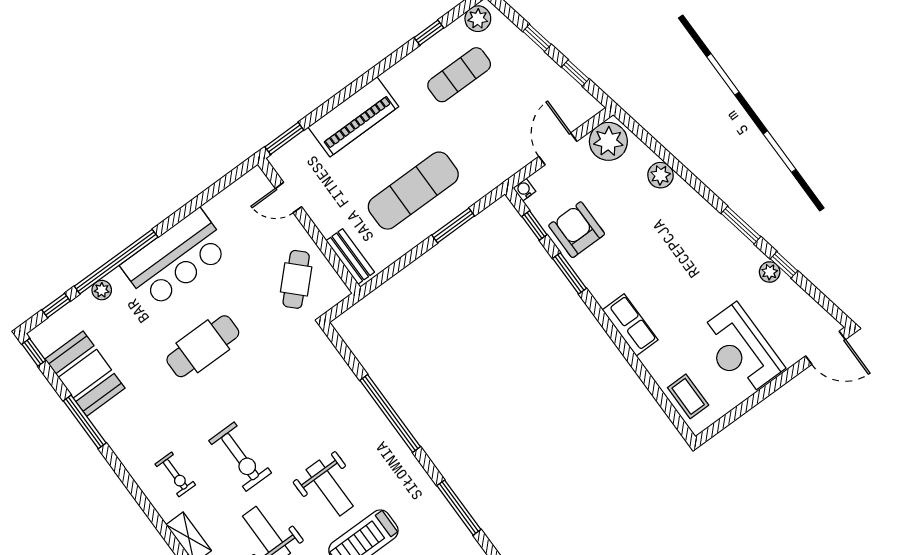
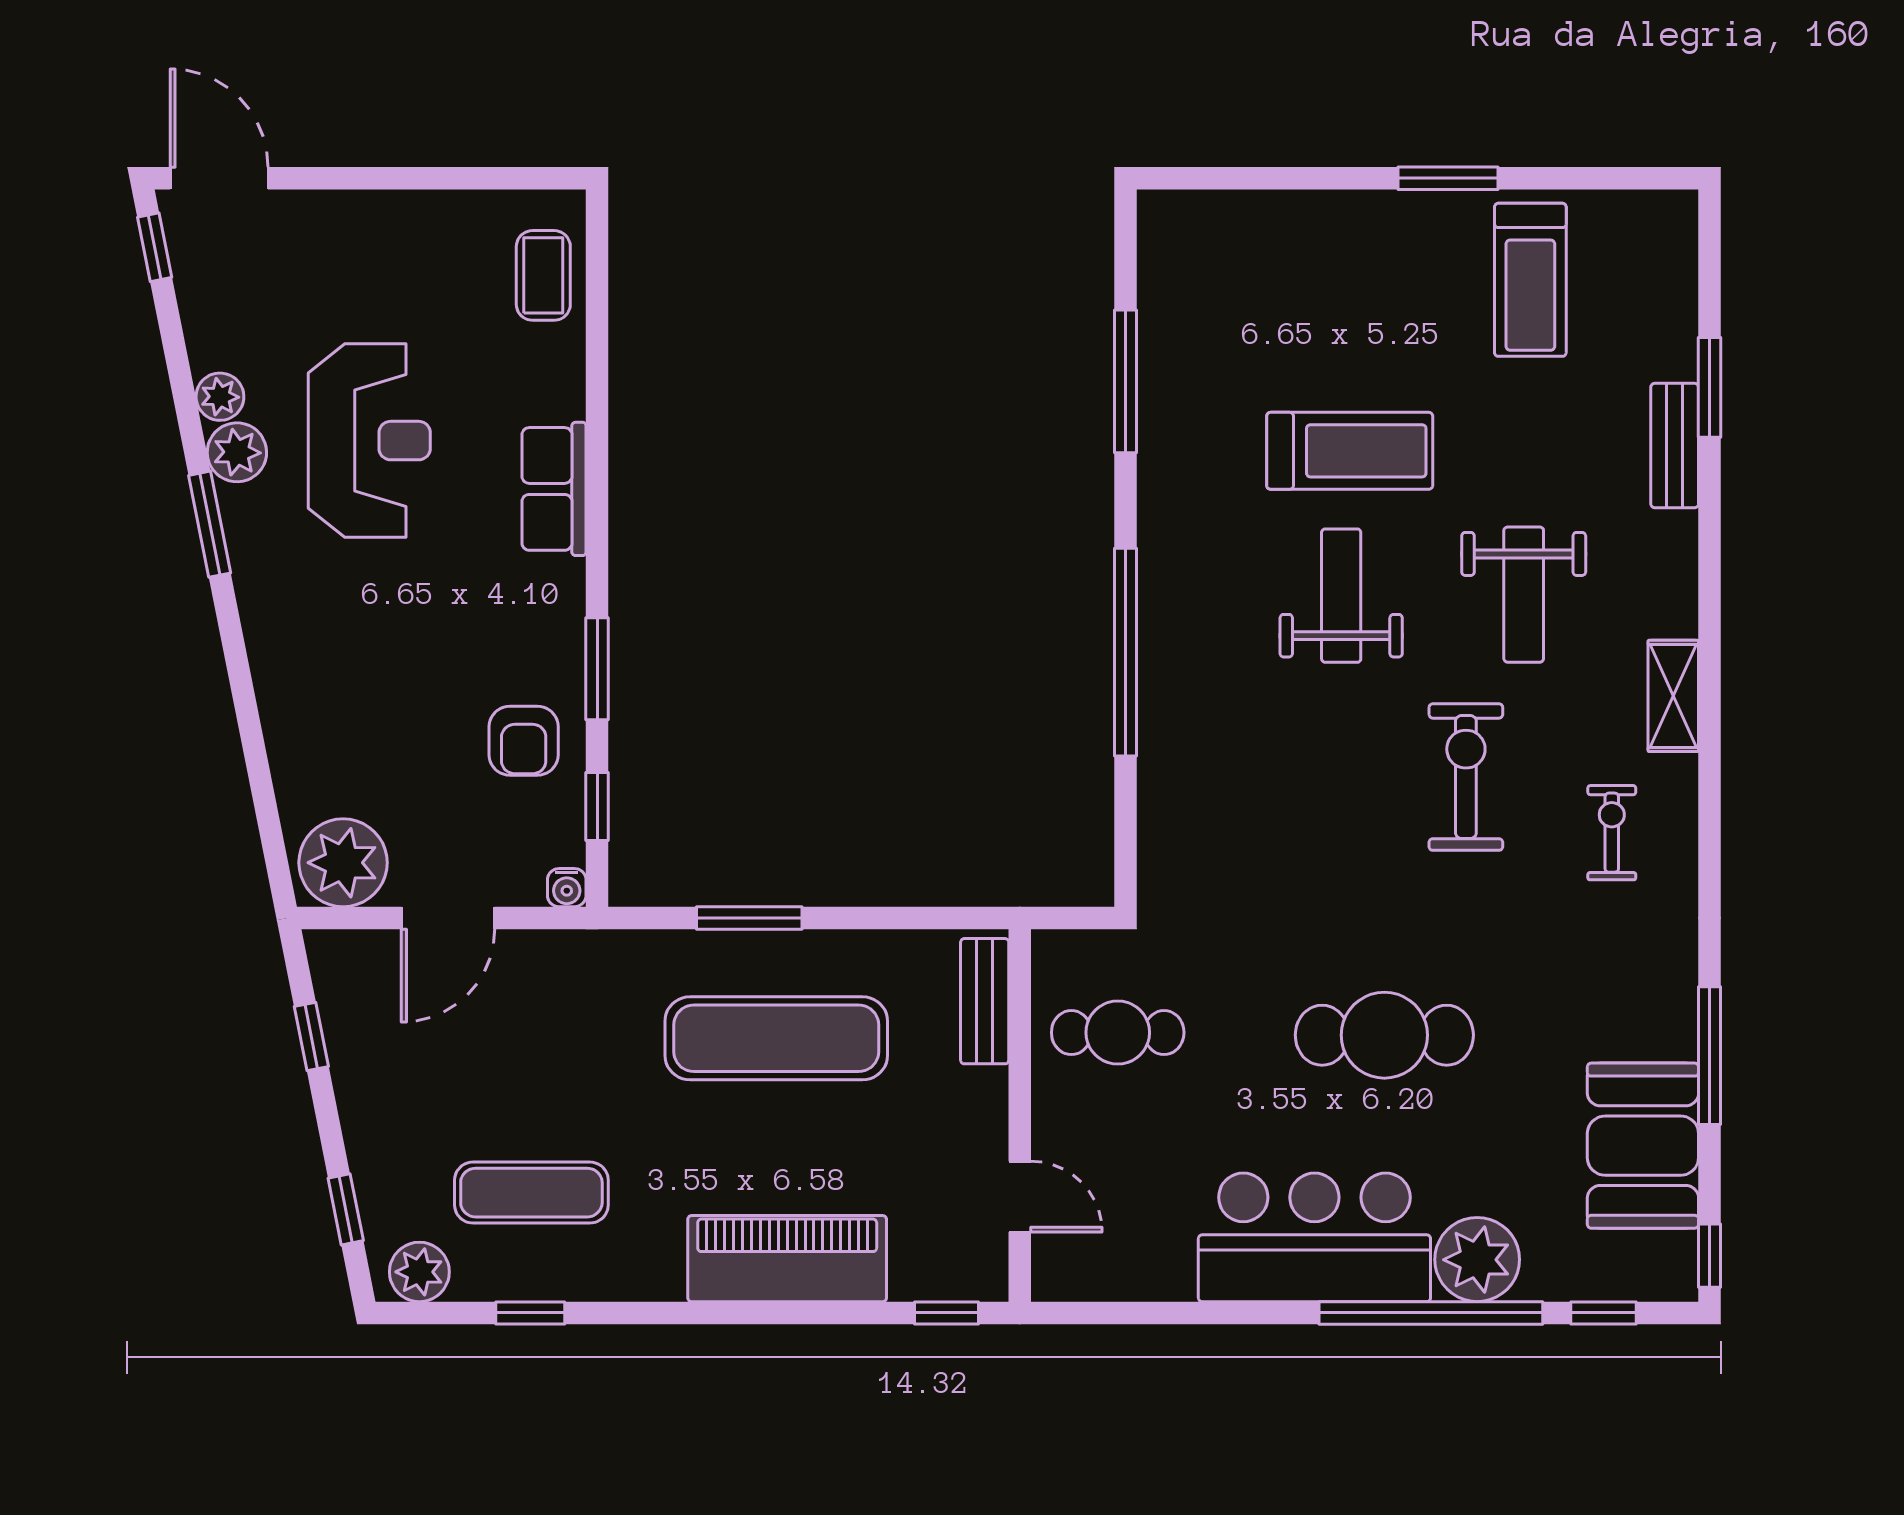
window: (537, 38) -> (346, 1209), moved
window: (284, 138) -> (947, 1313), width x0.67
plant: (661, 175) -> (237, 452), moved
armchair: (577, 230) -> (524, 741), width x0.72, depth x0.72
window: (784, 265) -> (155, 247), moved
cafe table: (296, 279) -> (1118, 1033), turned 45
plant: (102, 290) -> (1477, 1260), width x1.87, depth x1.87
reception desk: (740, 350) -> (369, 441), moved

